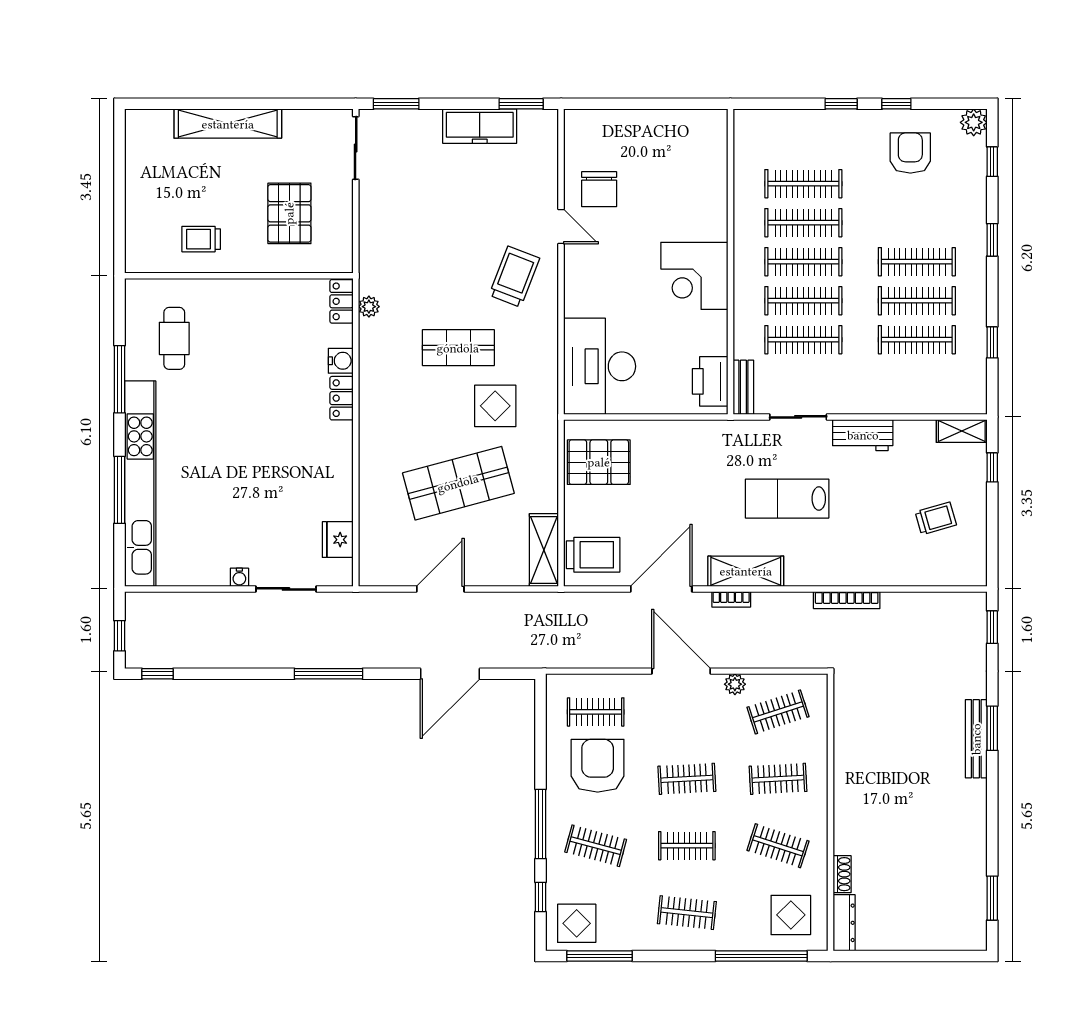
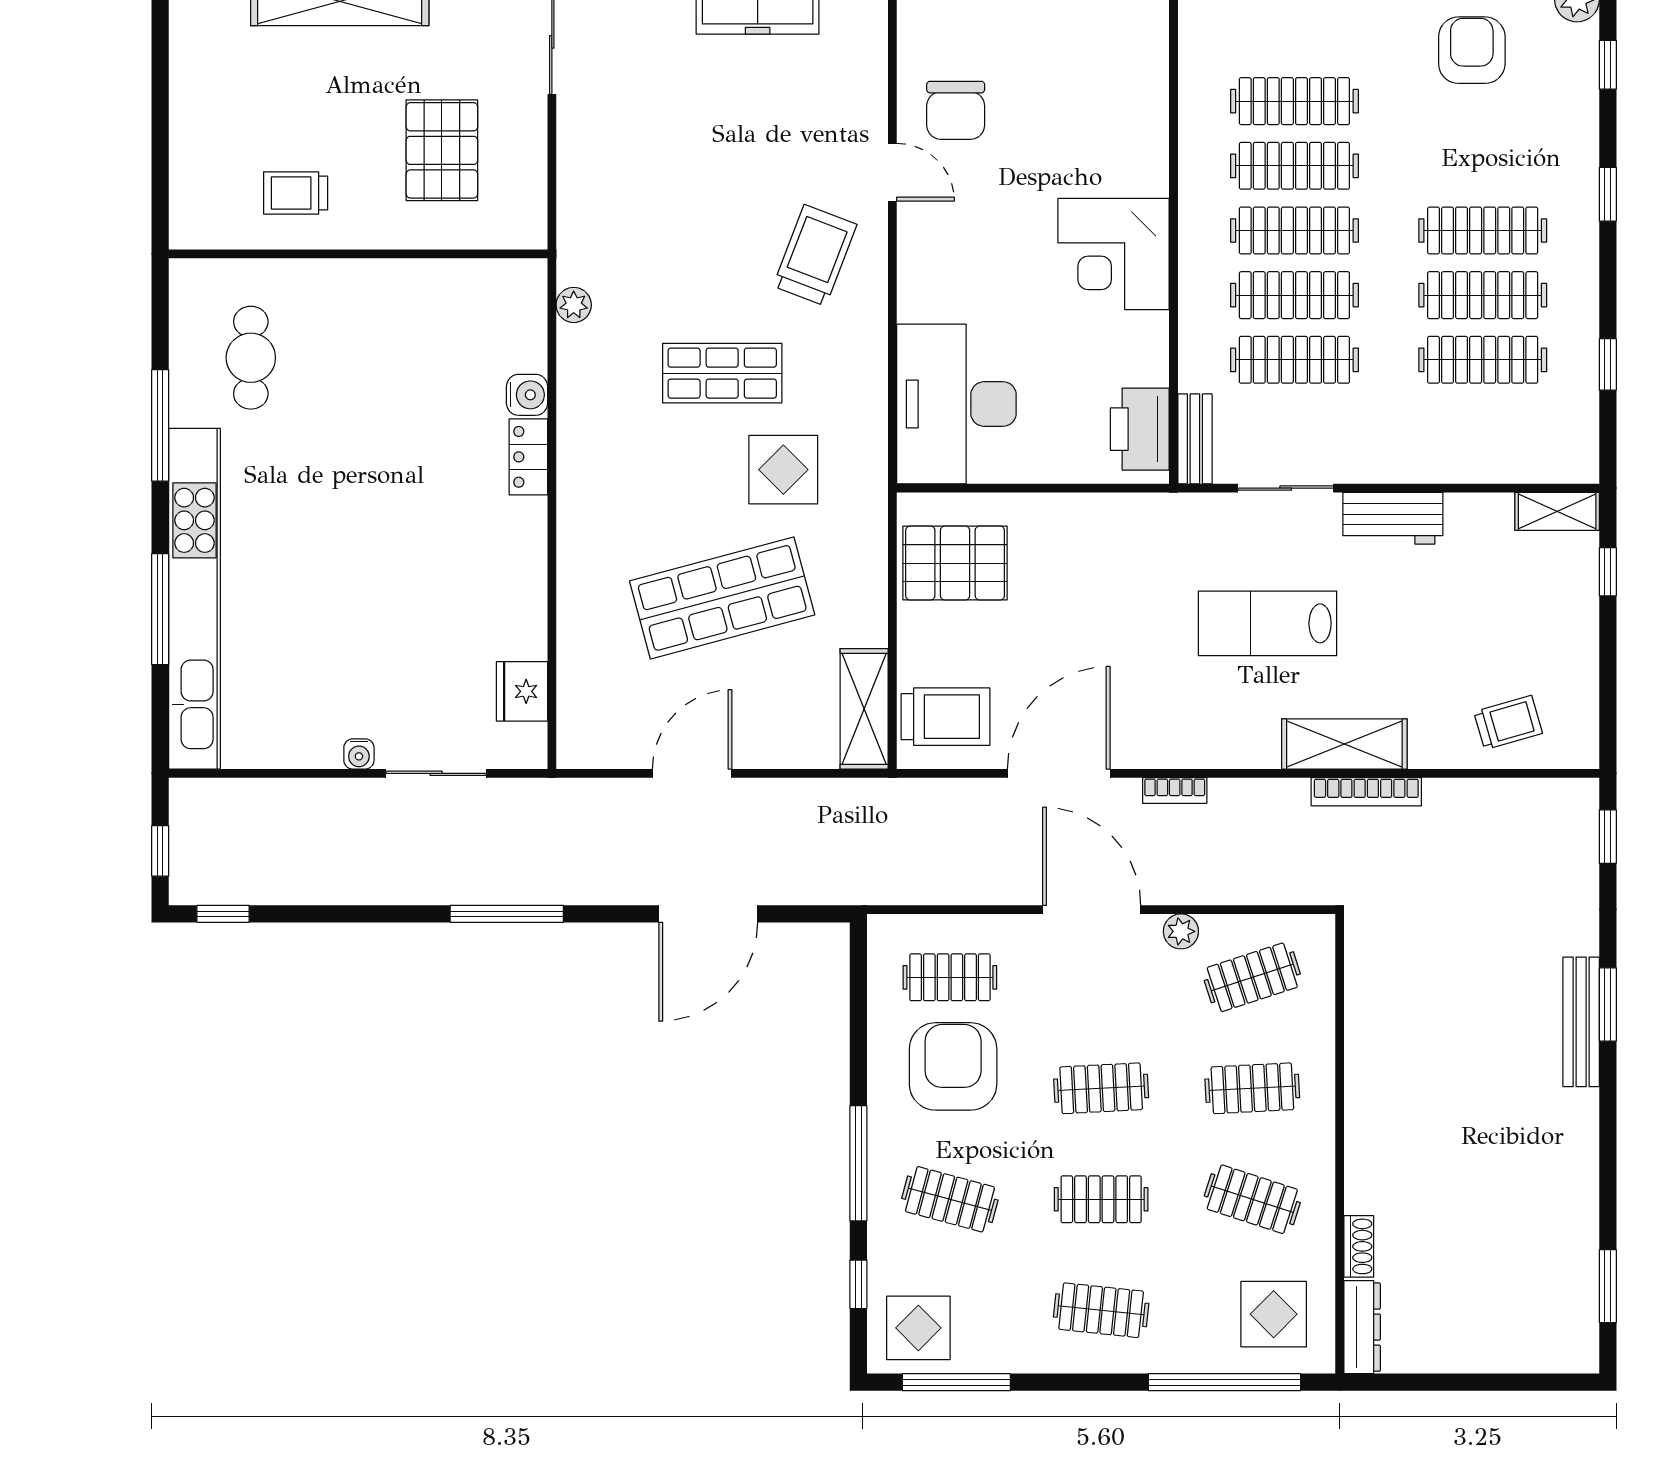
locker: (342, 301) -> (528, 296), removed
trolley: (936, 518) -> (1508, 723), moved
shelving: (746, 571) -> (1344, 744), moved

